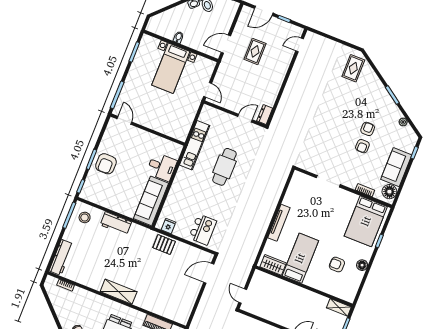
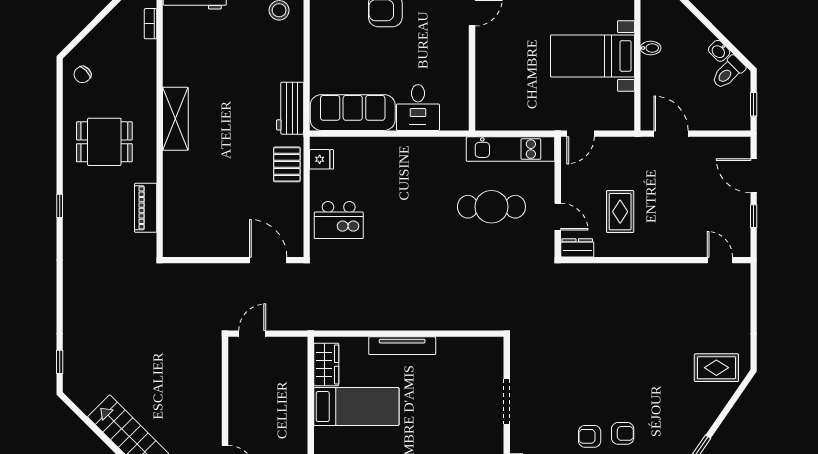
rug: (255, 51) -> (620, 212), moved, turned 90
kitchen unit: (195, 145) -> (511, 149), moved
cafe table: (224, 167) -> (491, 207), moved
workbench: (116, 223) -> (290, 108), moved

